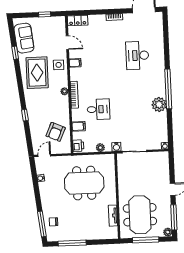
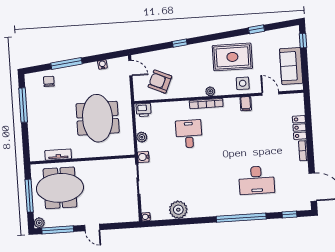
window: (45, 14) -> (303, 41), moved
locker: (78, 20) -> (299, 128), moved
window: (166, 29) -> (289, 214), added
sofa: (24, 38) -> (291, 66), moved, turned 96
door: (67, 43) -> (270, 94), swing flipped
desk: (137, 55) -> (257, 180), turned 180
window: (168, 89) -> (241, 218), moved
plant: (159, 105) -> (178, 210), moved
desk: (99, 109) -> (189, 134), turned 180
filing cabinet: (79, 126) -> (167, 110), removed
window: (42, 224) -> (66, 63), moved

